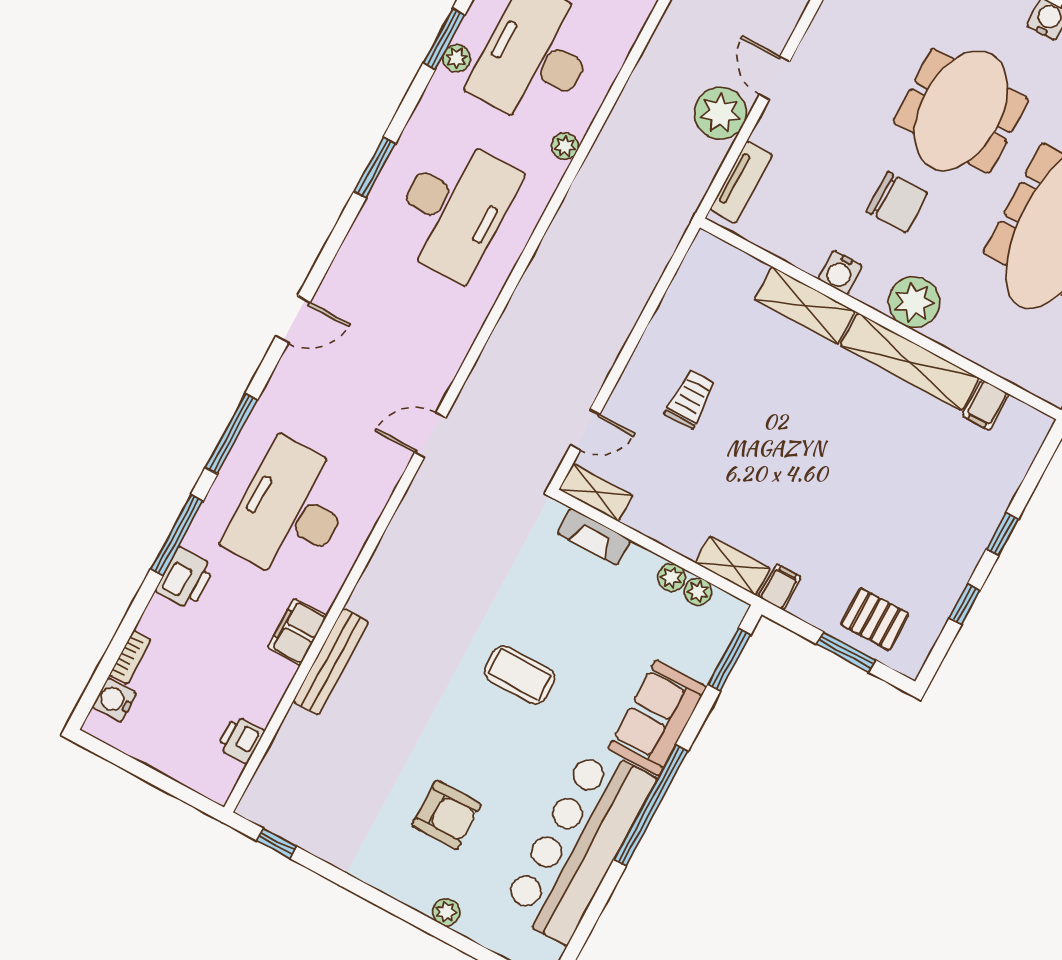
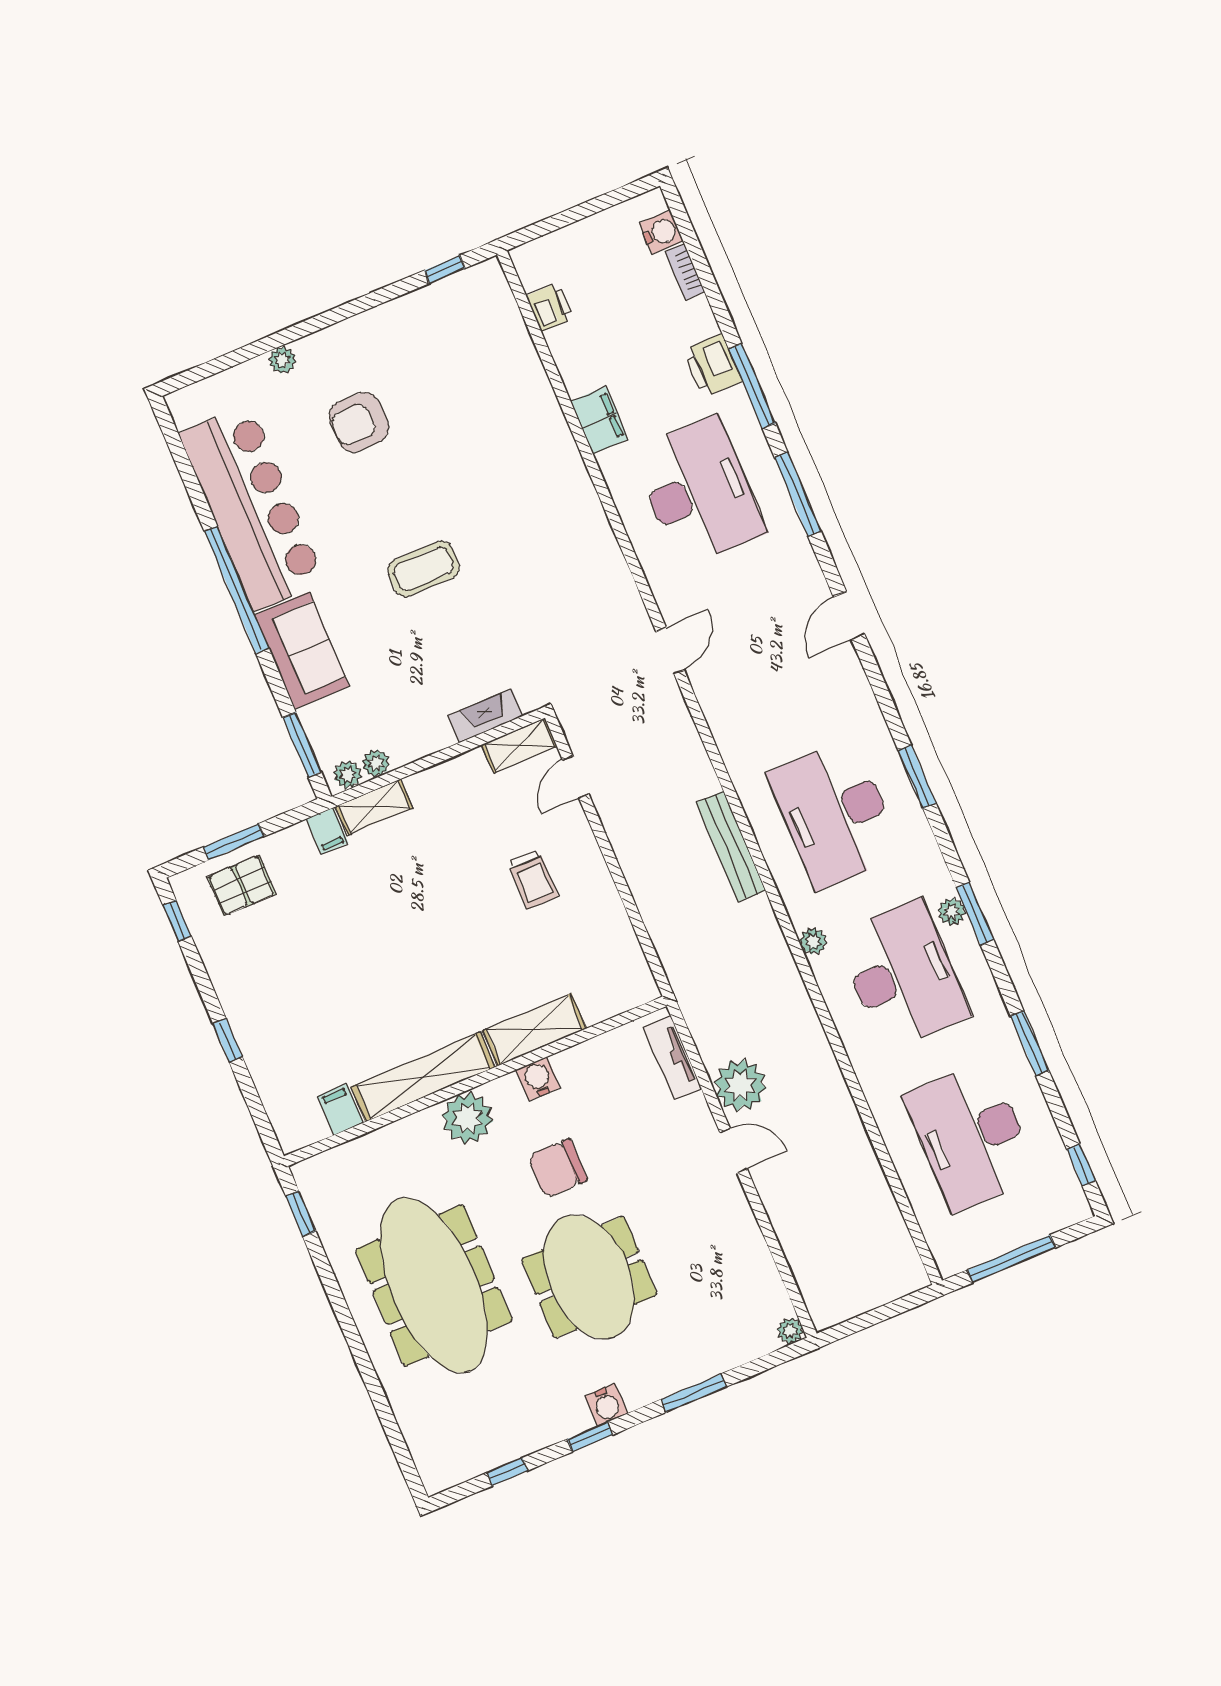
plant: (671, 577) -> (348, 775), moved
window: (965, 604) -> (177, 921), moved
bench: (331, 662) -> (731, 846), moved

